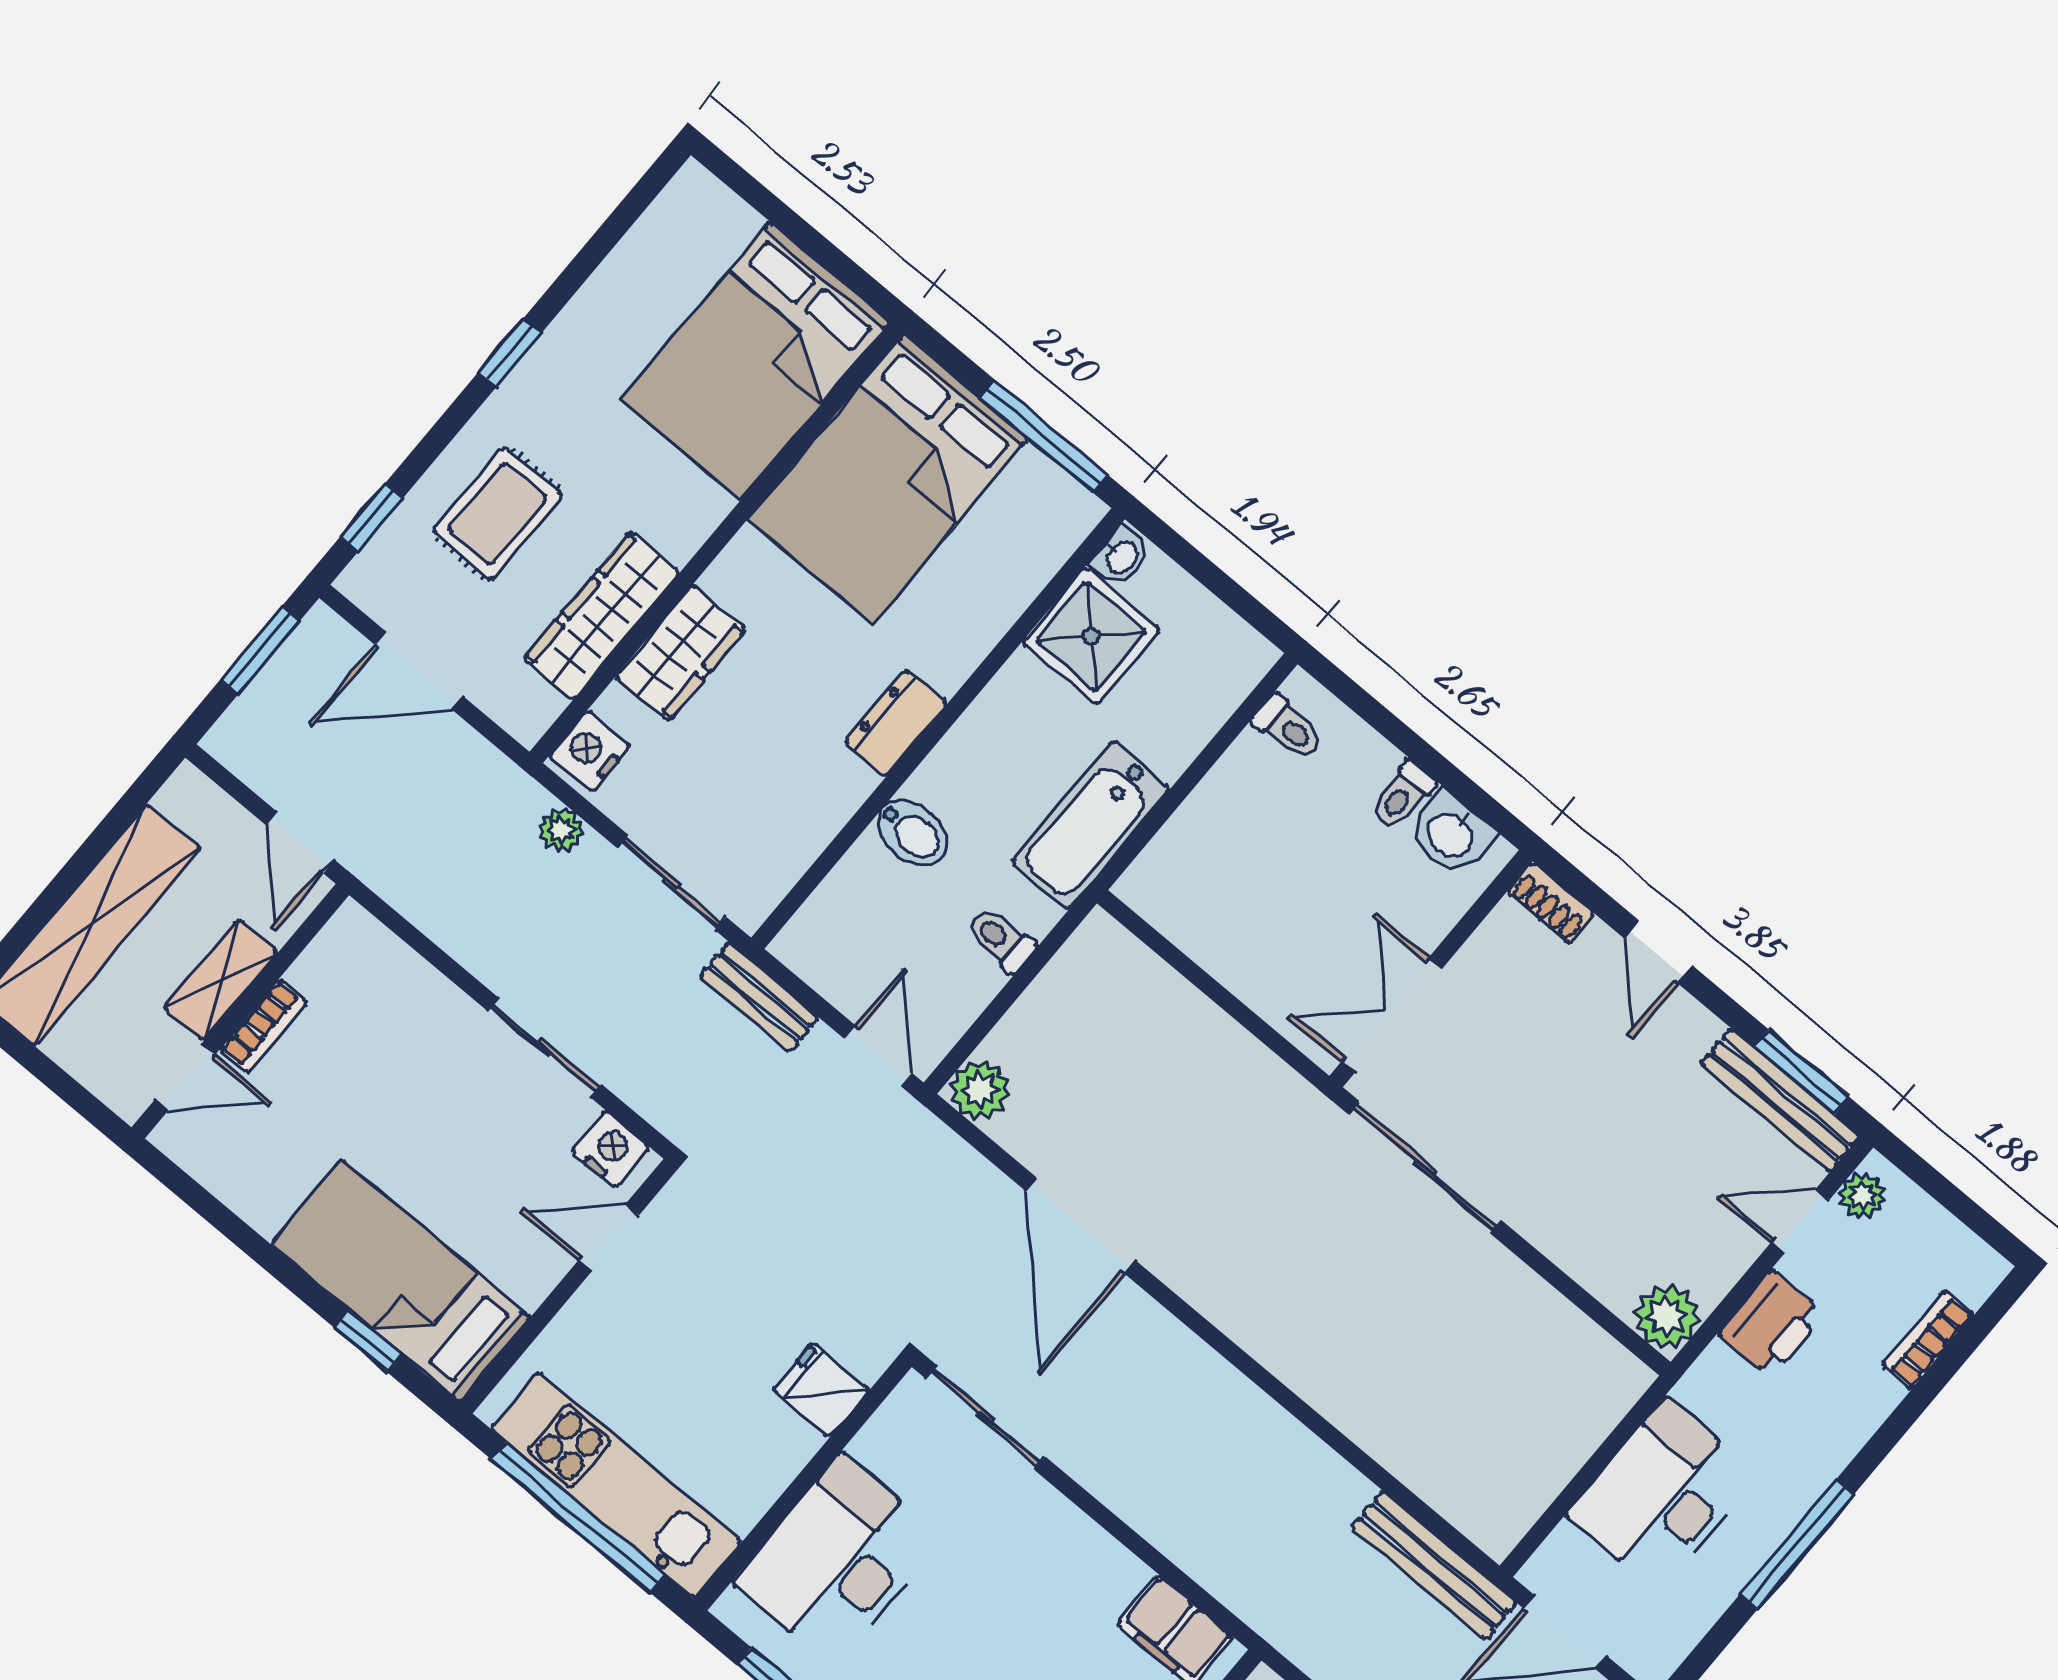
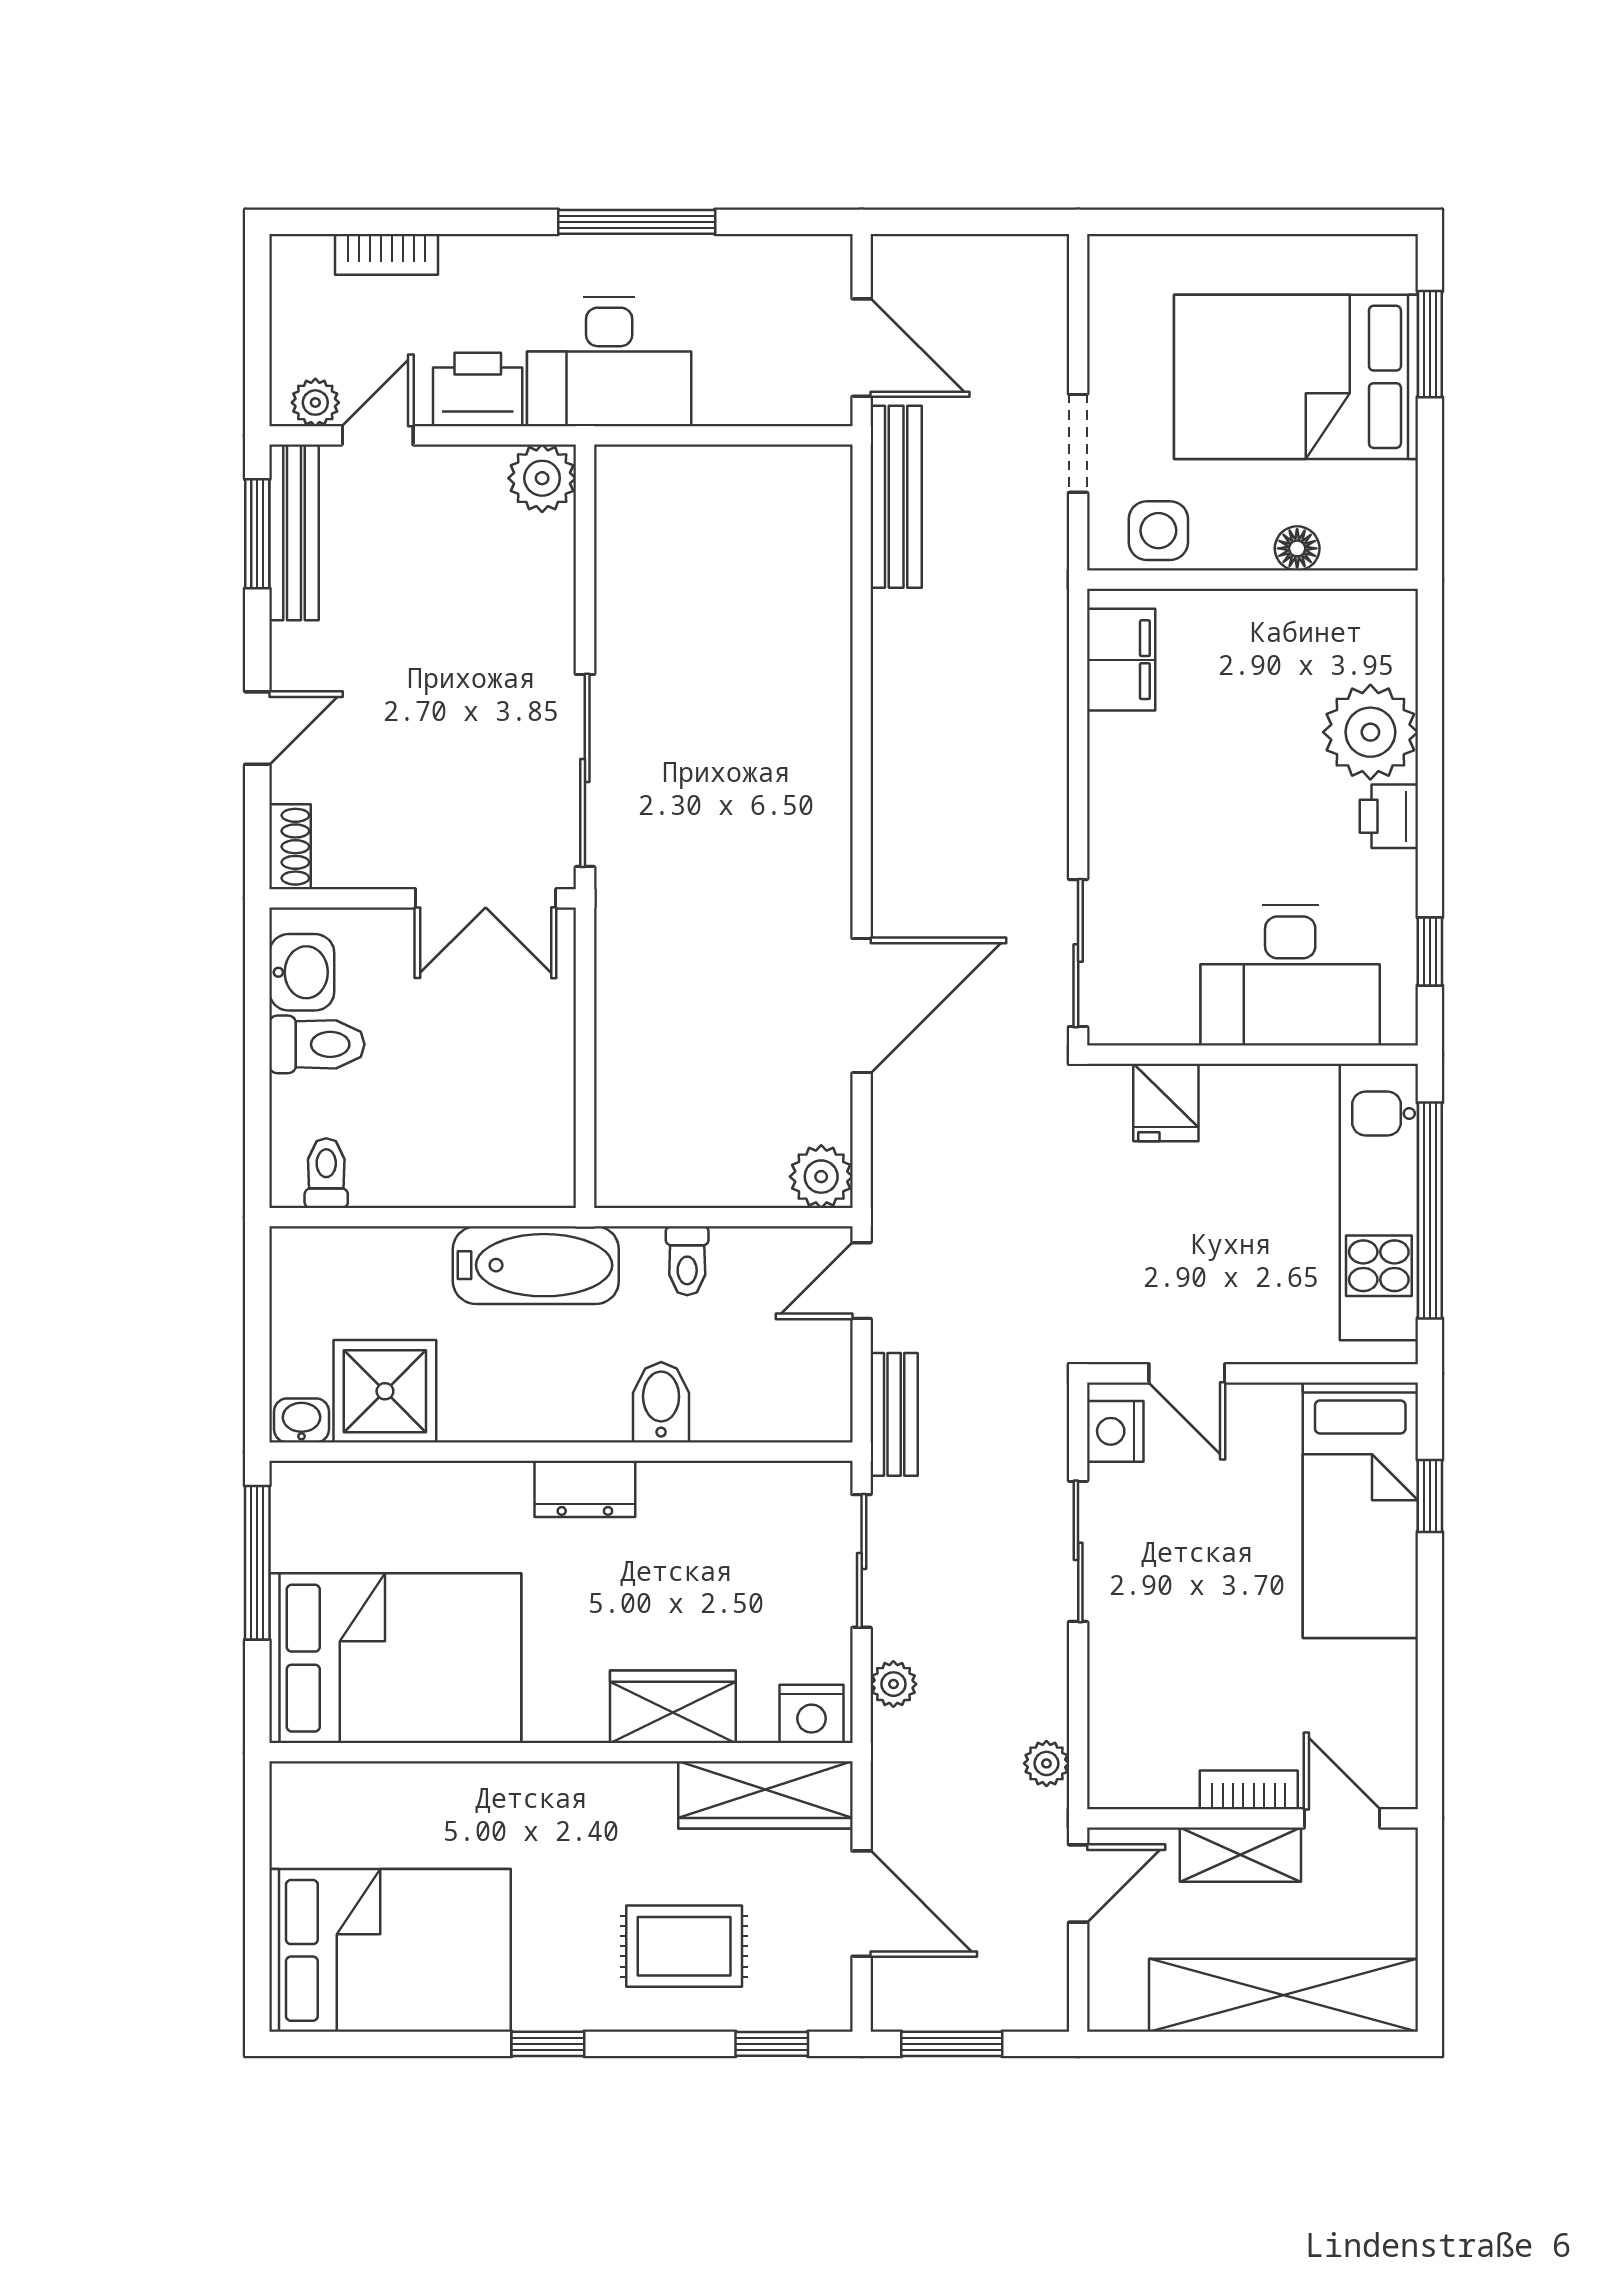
bed: (755, 361) -> (390, 1950), moved
wardrobe: (602, 616) -> (765, 1795), moved
toilet: (1403, 795) -> (317, 1044), width x1.37, depth x1.39
plant: (408, 893) -> (1046, 1763), added
door: (1800, 1222) -> (378, 435), swing flipped
desk: (1663, 1495) -> (609, 362), moved

